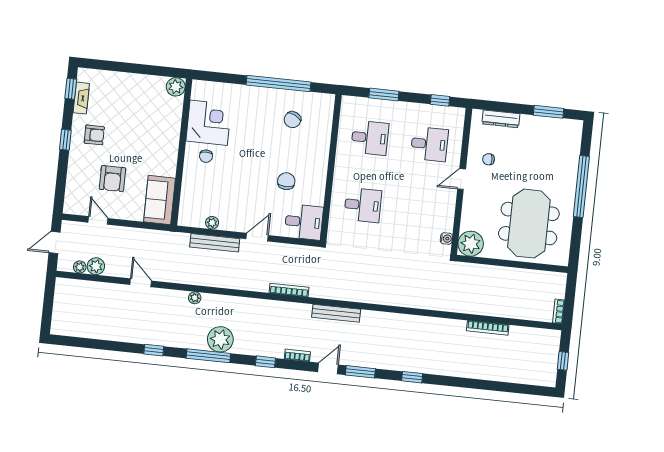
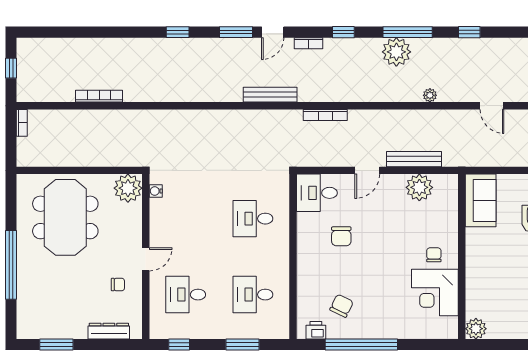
printer: (318, 100) -> (316, 330), added
plant: (212, 223) -> (419, 187), width x1.87, depth x1.87

